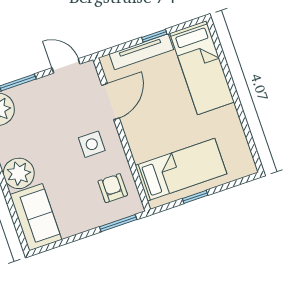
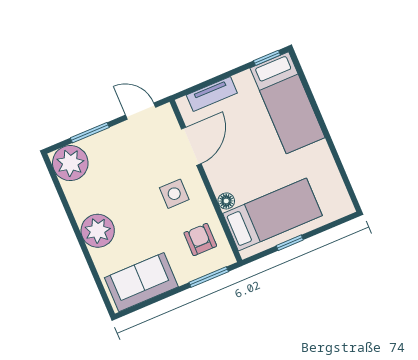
window: (154, 36) -> (267, 58), moved
tv unit: (141, 52) -> (212, 94), width x0.71
floor lamp: (139, 154) -> (226, 201), added
sofa: (36, 217) -> (141, 282), moved, turned -90

